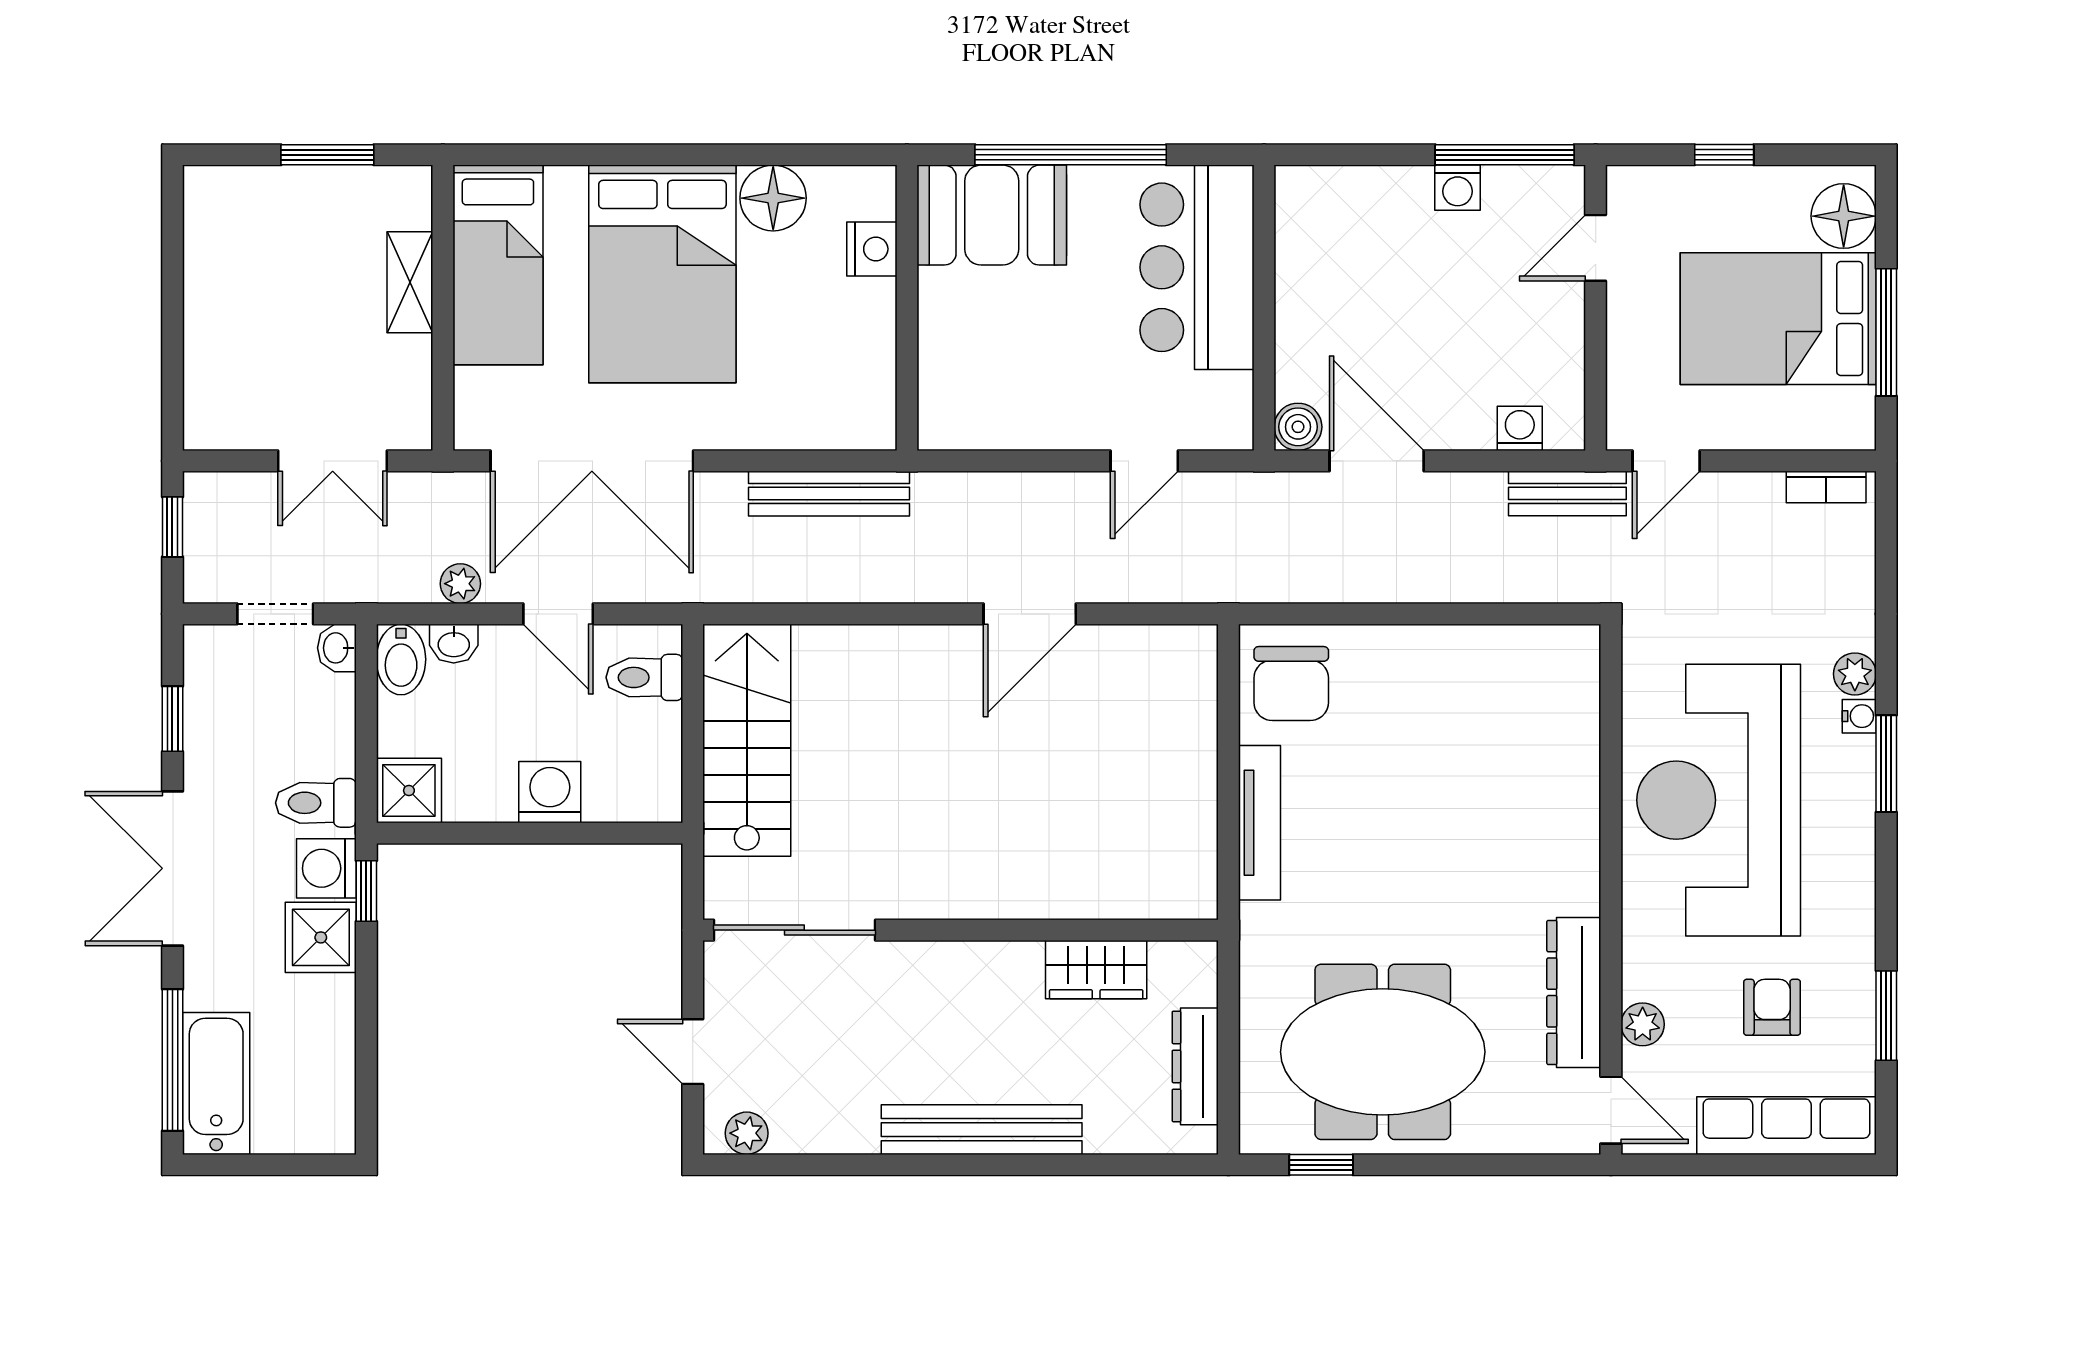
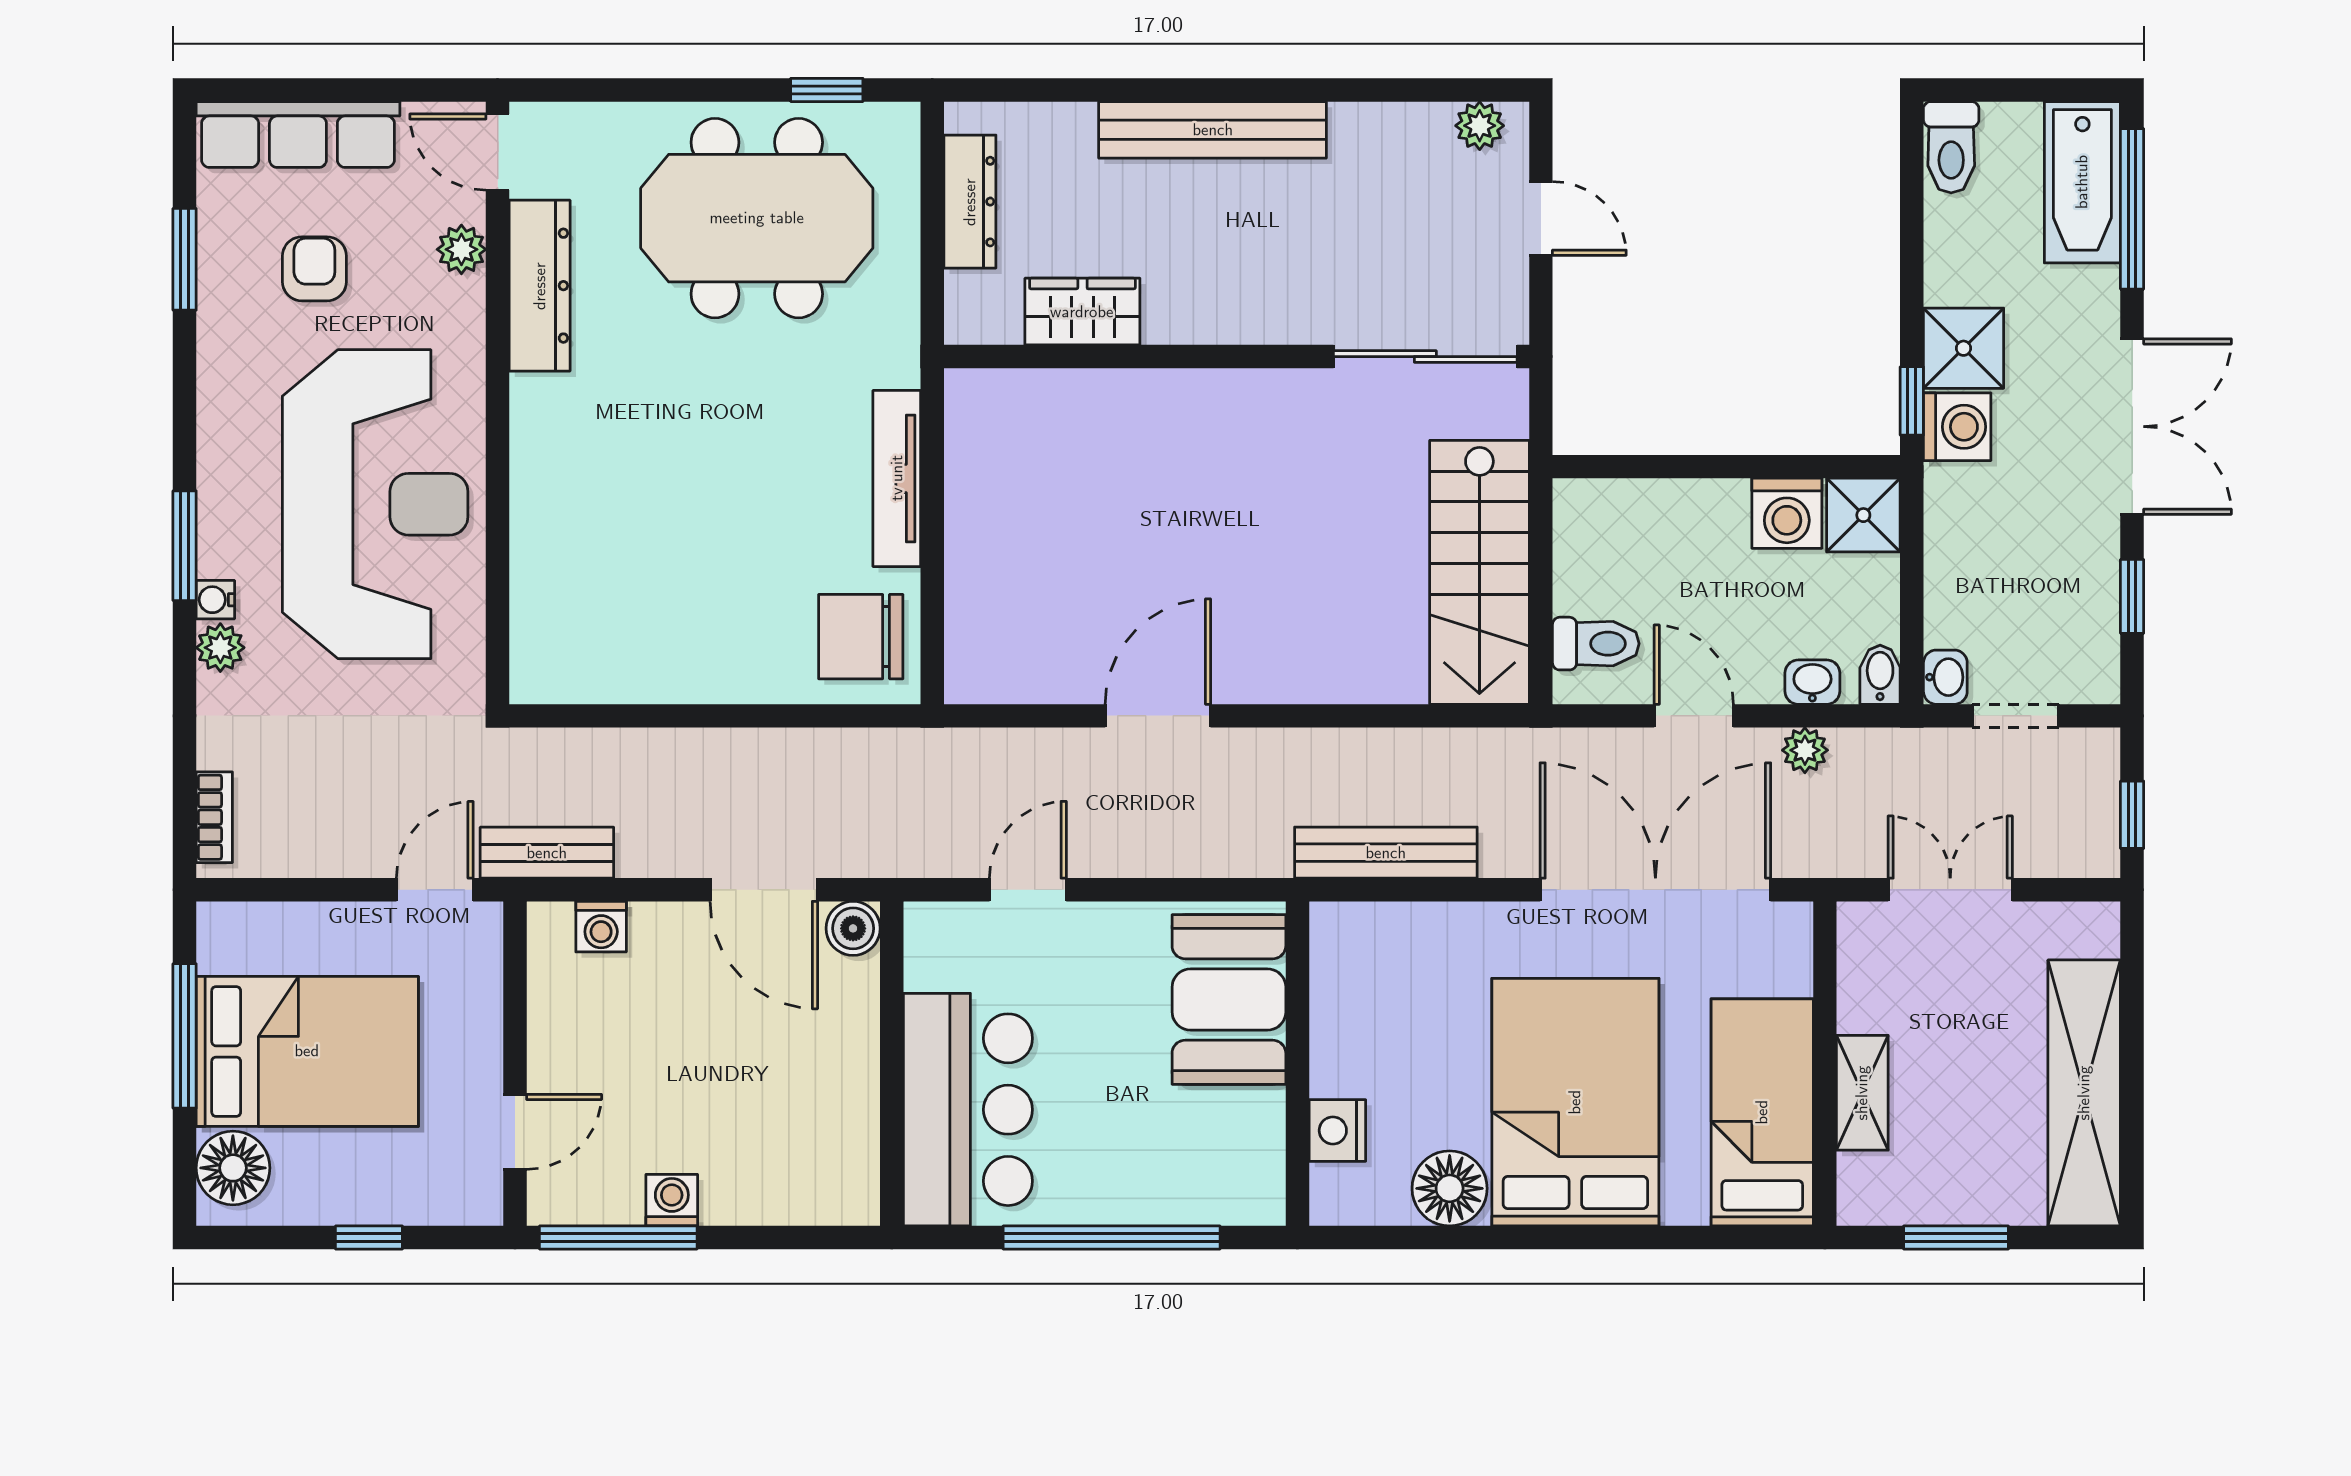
booth: (992, 215) -> (1229, 999), moved, turned 90
shelving: (215, 282) -> (2084, 1093), added
bookcase: (1826, 487) -> (214, 817), moved, turned 90
bidet: (401, 659) -> (1880, 675), width x0.72, depth x0.74
chair: (1291, 684) -> (861, 637), turned -90
washing machine: (550, 792) -> (1787, 513), moved
toilet: (316, 803) -> (1951, 147), moved, turned 90
armchair: (1772, 1007) -> (314, 269), turned 180

